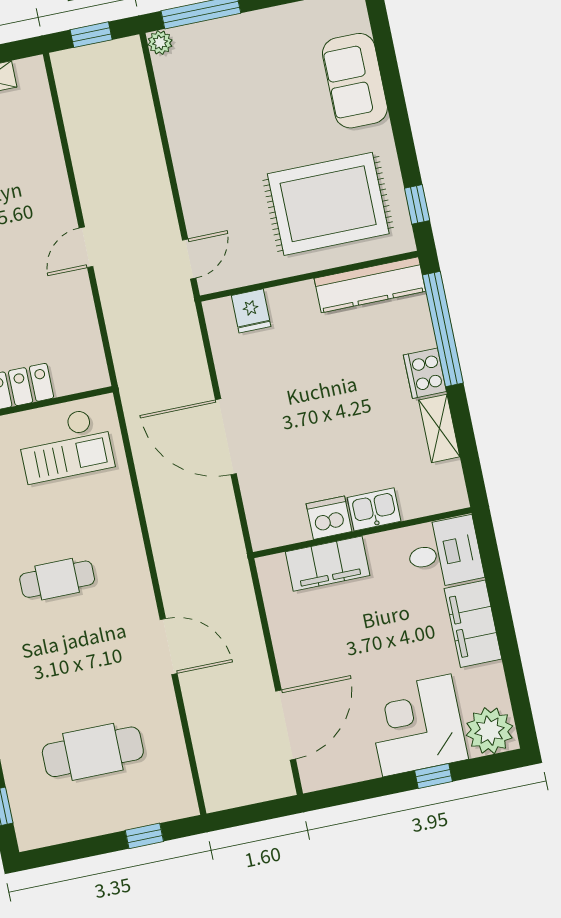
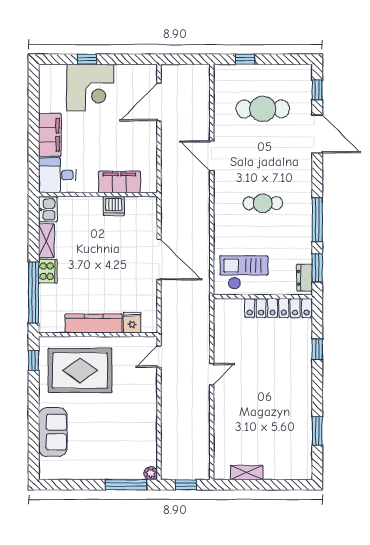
kitchen counter: (370, 285) -> (94, 323), moved
kitchen sink: (374, 509) -> (48, 209), moved, turned -90
plant: (489, 731) -> (53, 77), removed

